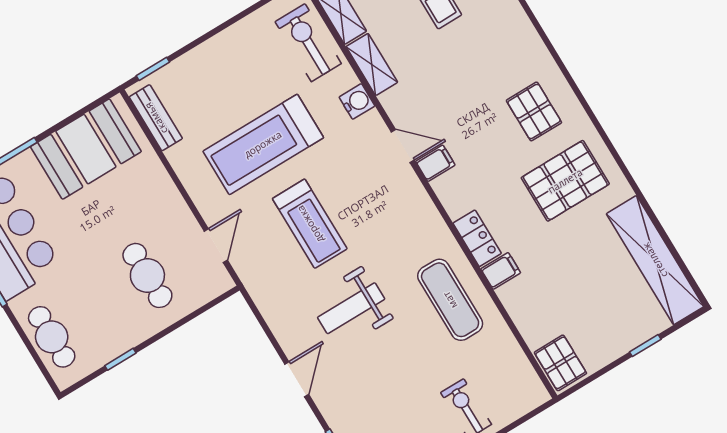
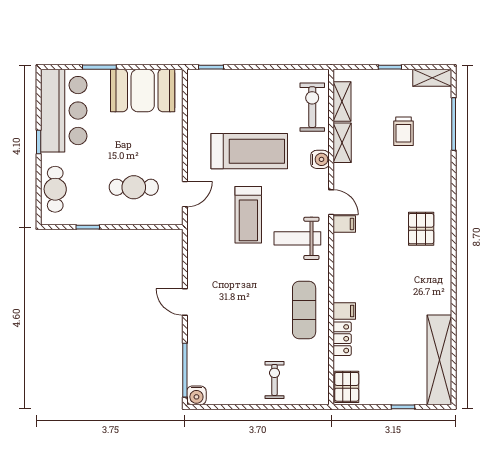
bench: (156, 118) -> (195, 97), removed
treadmill: (263, 144) -> (249, 151), turned 180
pallet: (565, 181) -> (415, 281), removed
locker: (477, 238) -> (342, 339), moved
cafe table: (147, 275) -> (134, 187), turned 90
weight bench: (351, 308) -> (297, 238), moved
door: (297, 379) -> (185, 302), swing flipped

